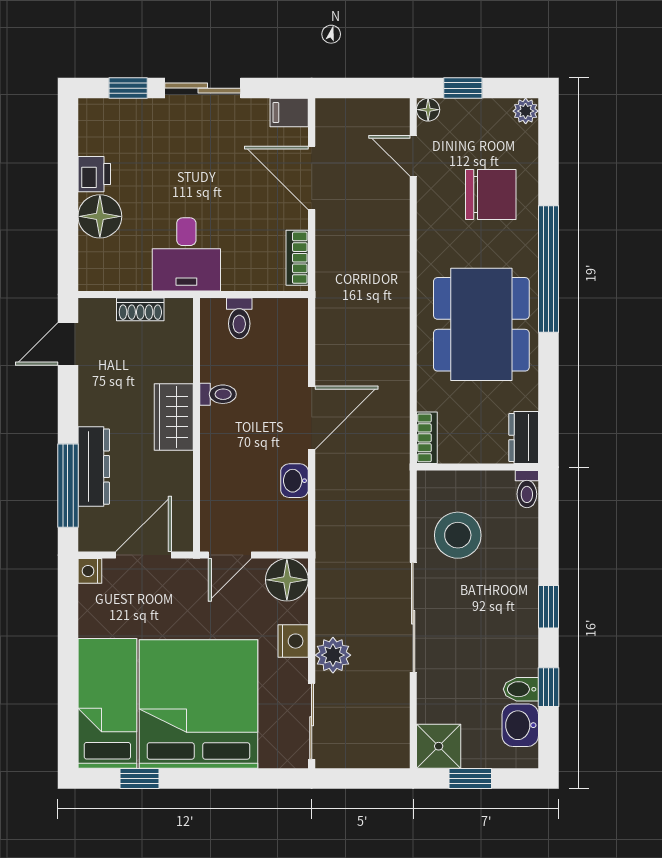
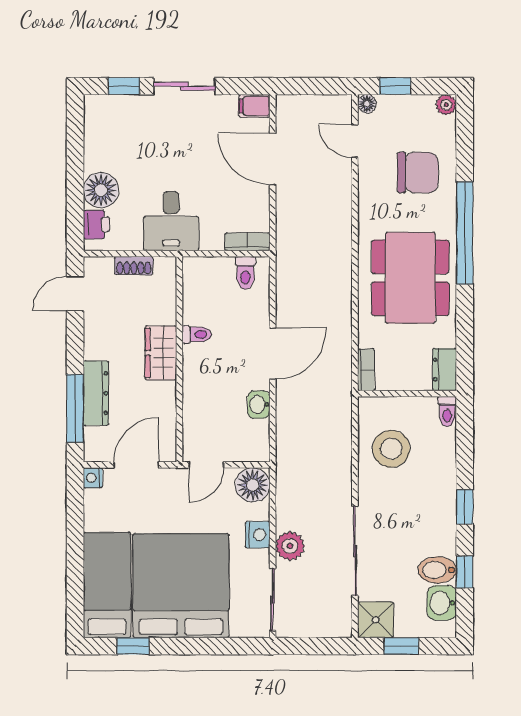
printer: (94, 174) -> (96, 224), moved
bookcase: (297, 258) -> (247, 242), moved, turned 90
toilet: (239, 318) -> (245, 273), moved
sliding door: (413, 617) -> (355, 551), moved
bidet: (521, 689) -> (437, 570), width x1.38, depth x1.36

